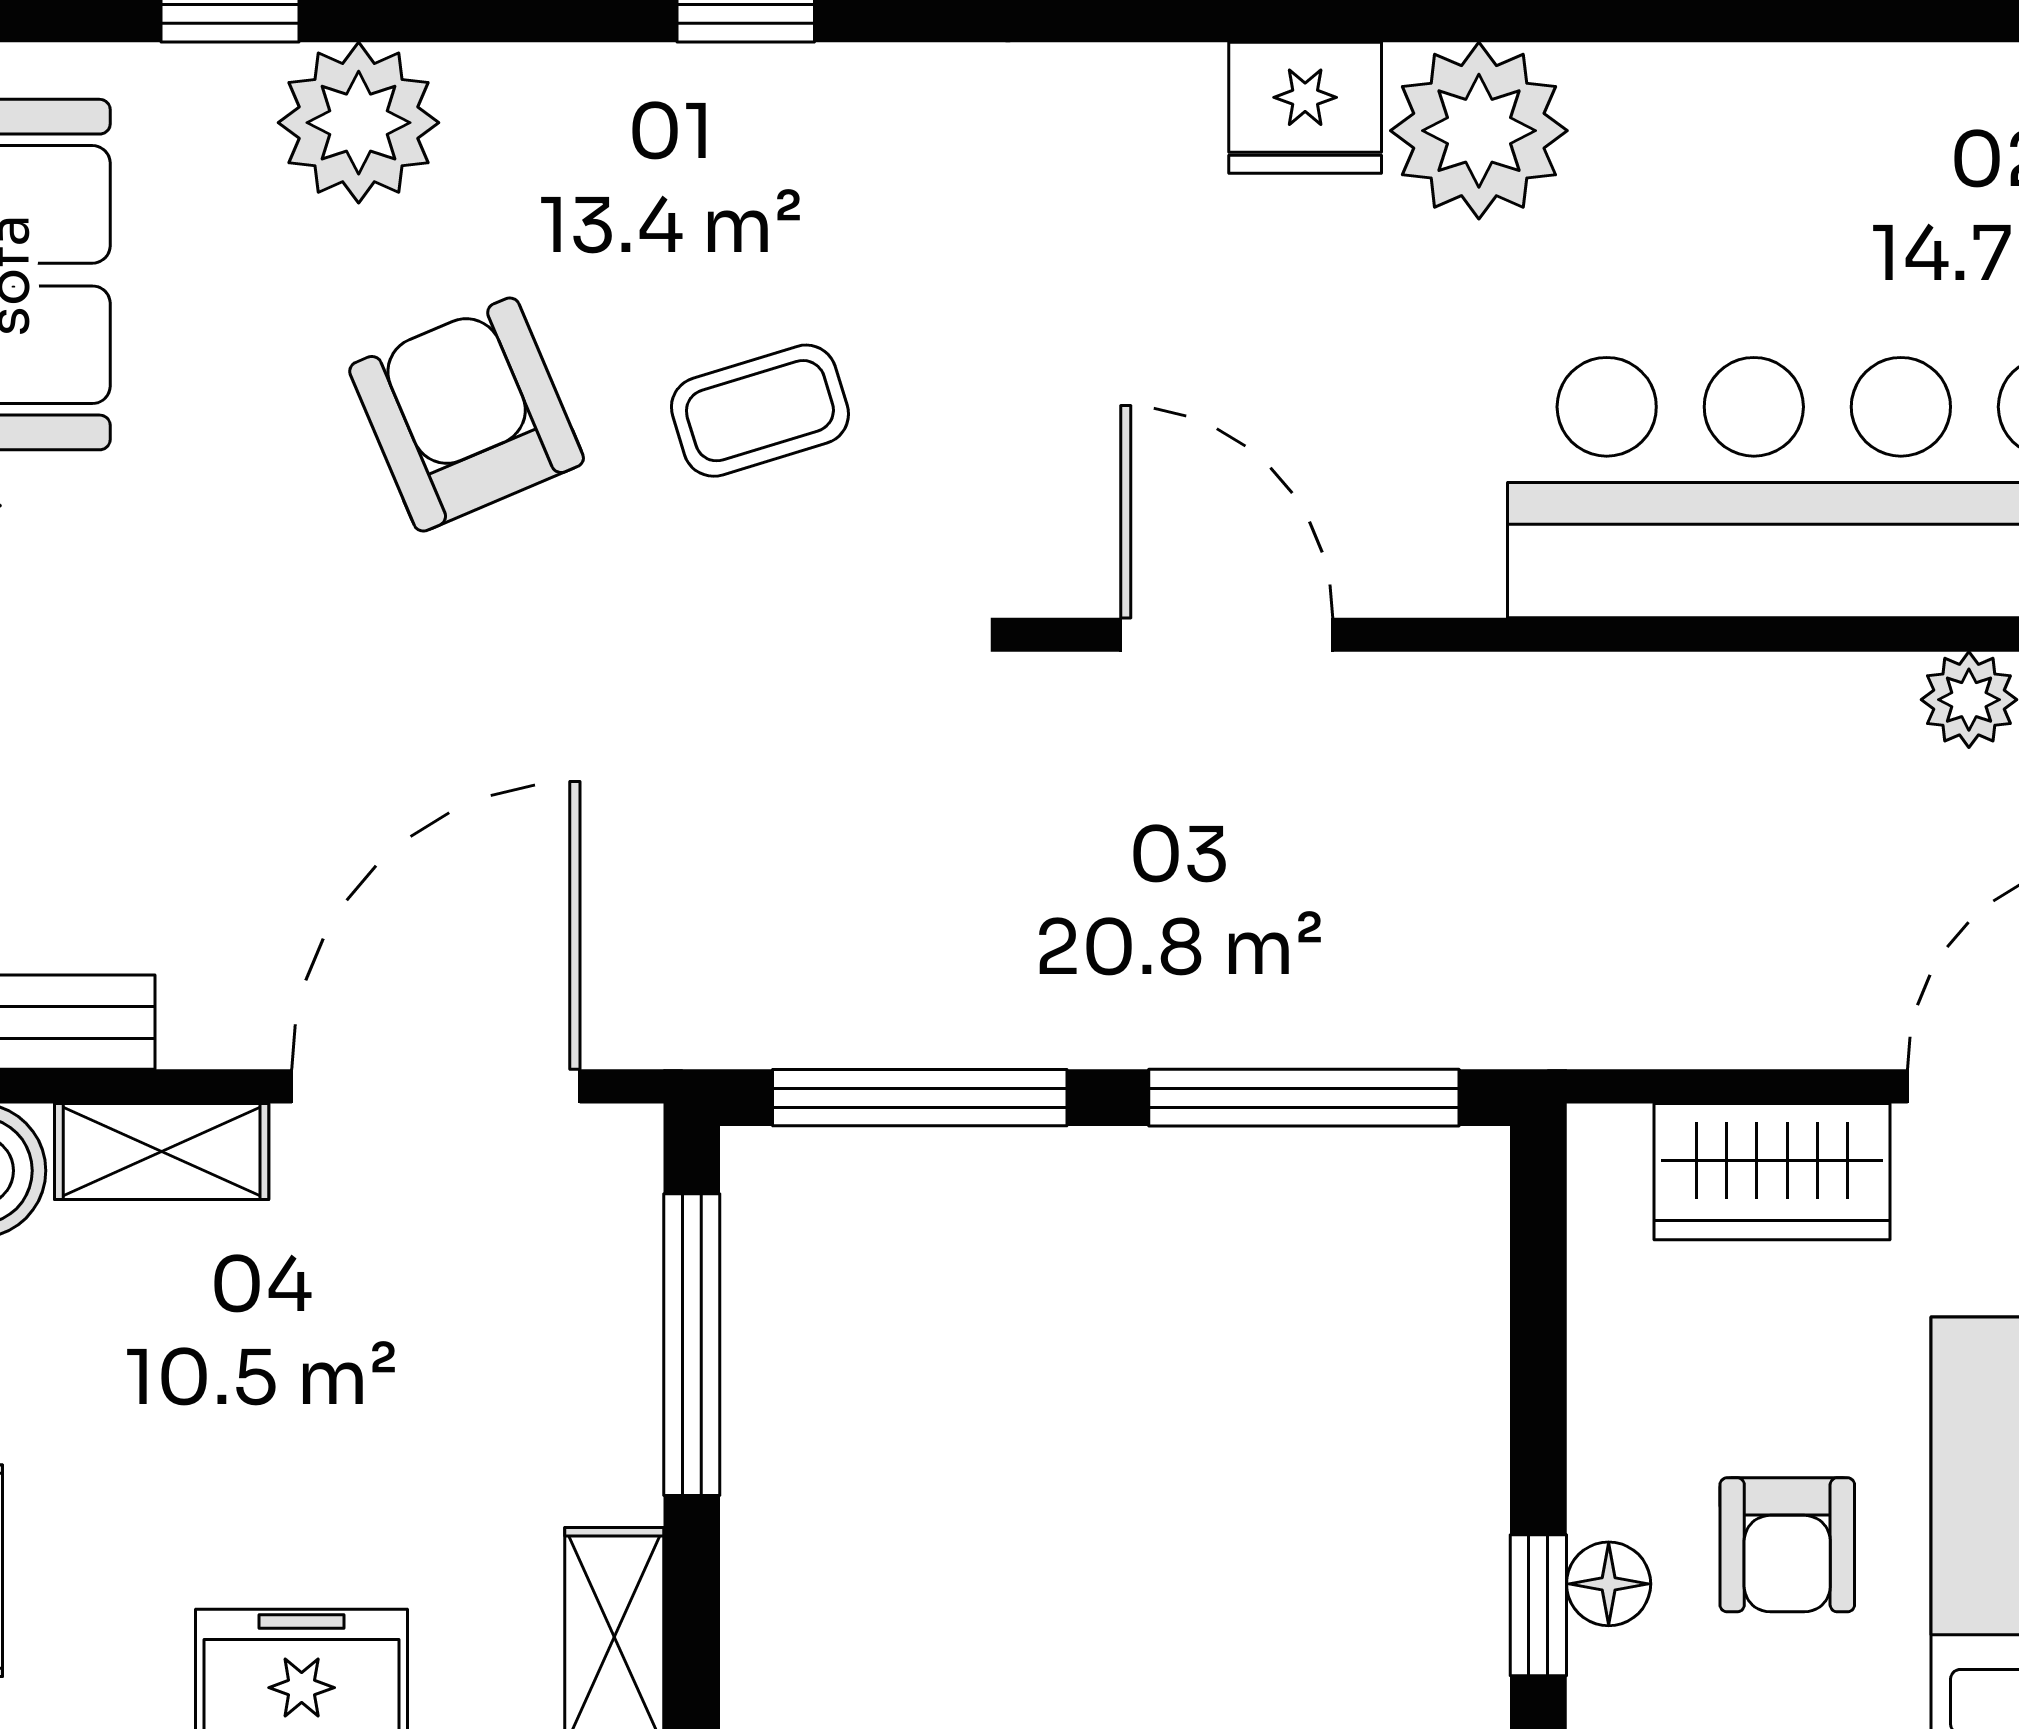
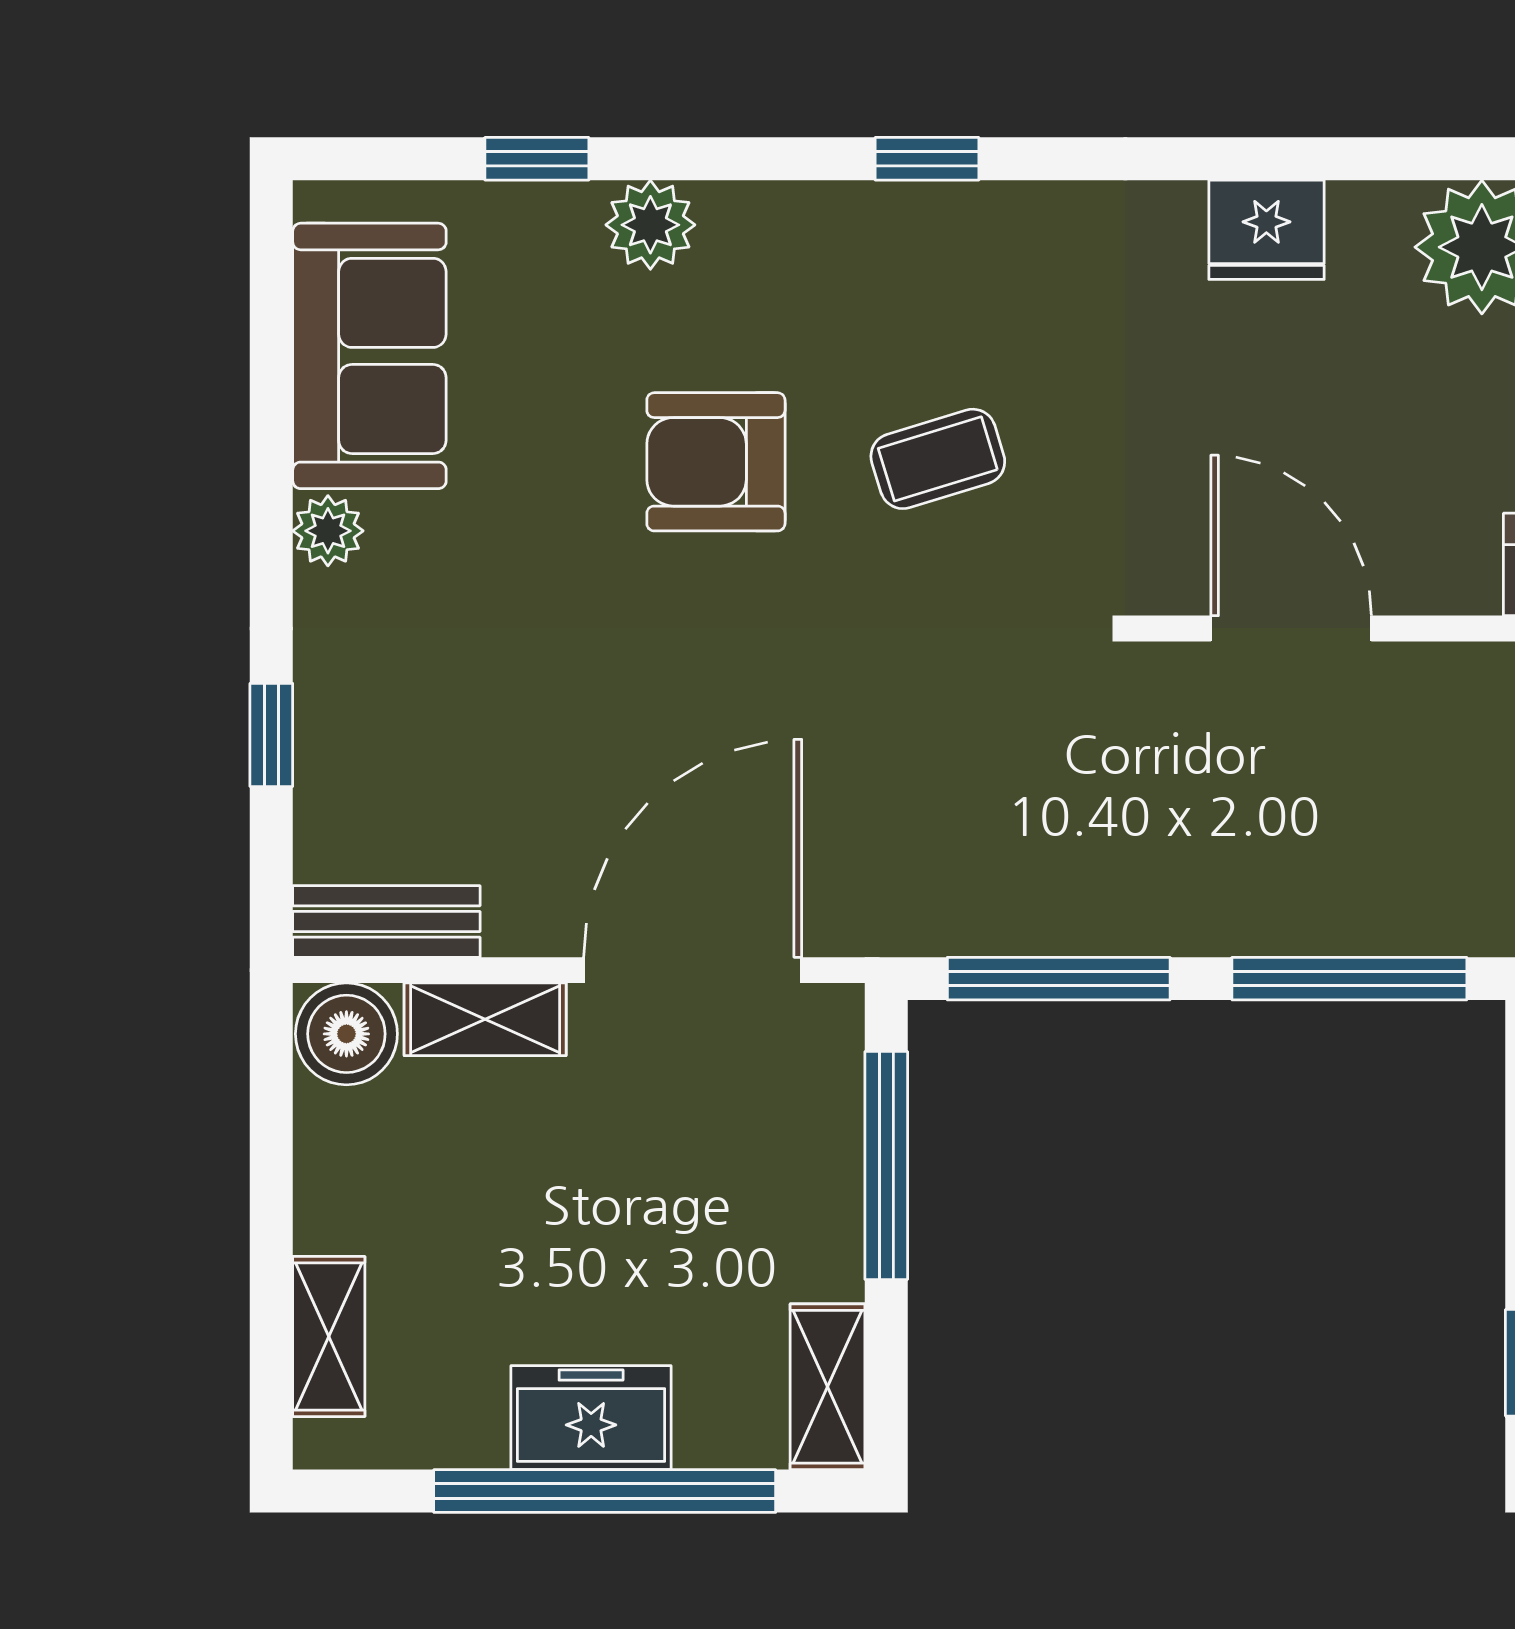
fridge: (1305, 108) -> (1266, 230), moved
plant: (359, 123) -> (650, 225), width x0.73, depth x0.73
armchair: (467, 415) -> (716, 462), turned -67

